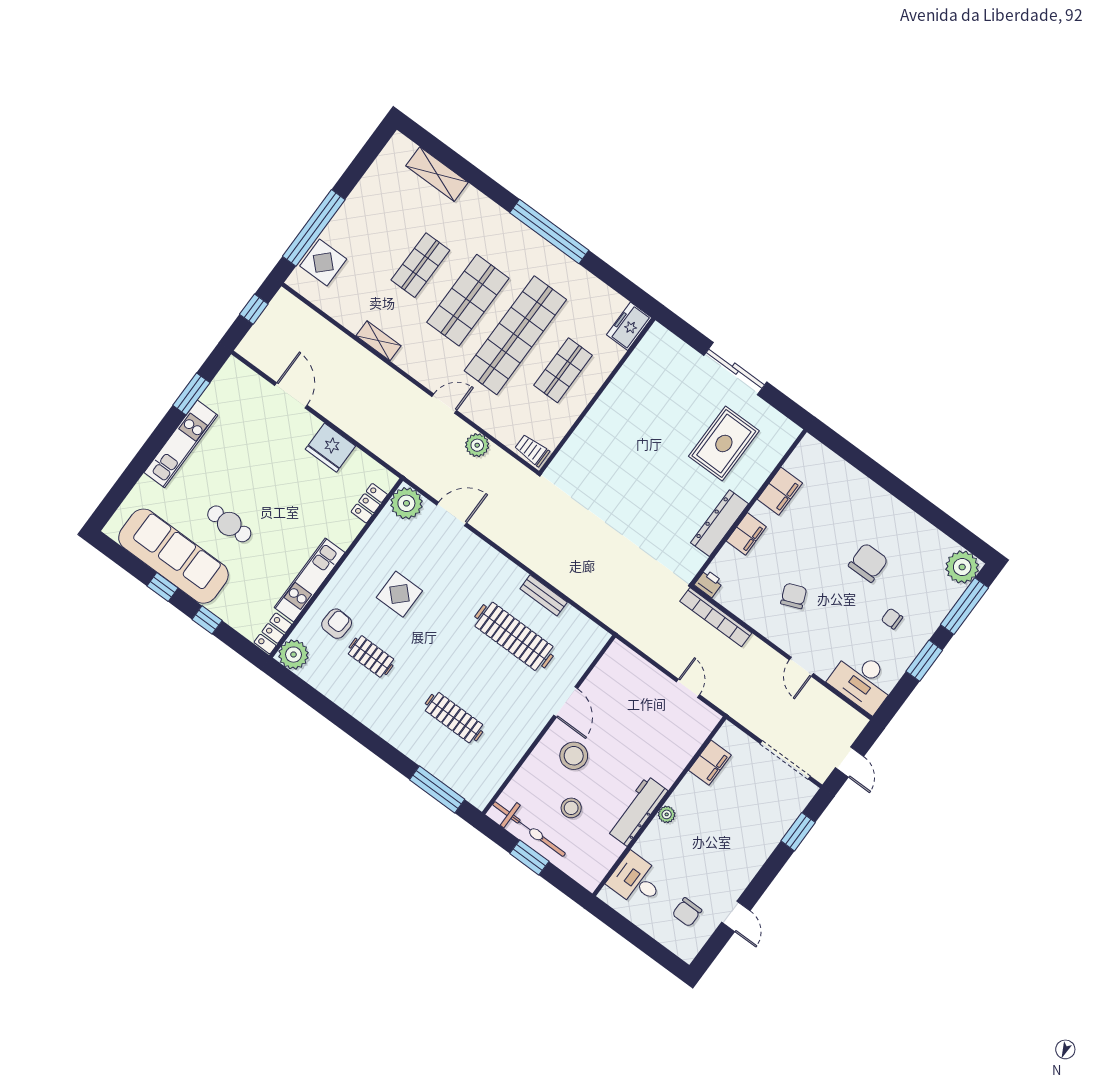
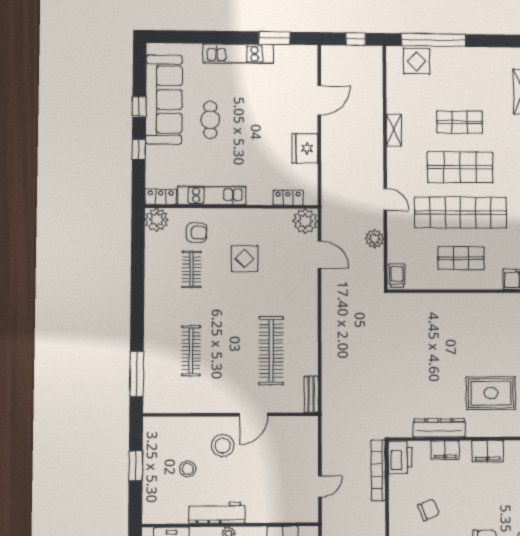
printer: (709, 583) -> (400, 457), width x1.87, depth x1.48
bench: (544, 595) -> (311, 394), moved
bicycle: (529, 829) -> (154, 452), removed

